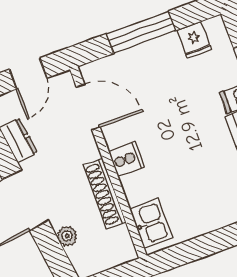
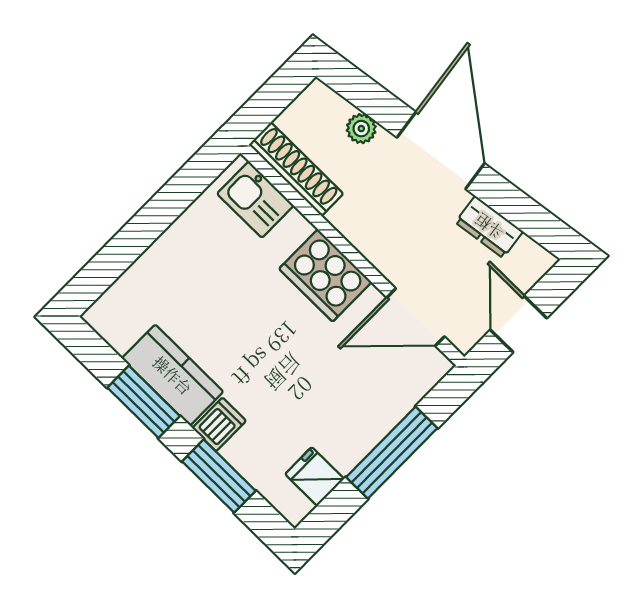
cooker: (126, 159) -> (325, 275), width x1.87, depth x1.31
shoe rack: (105, 194) -> (296, 169), moved

